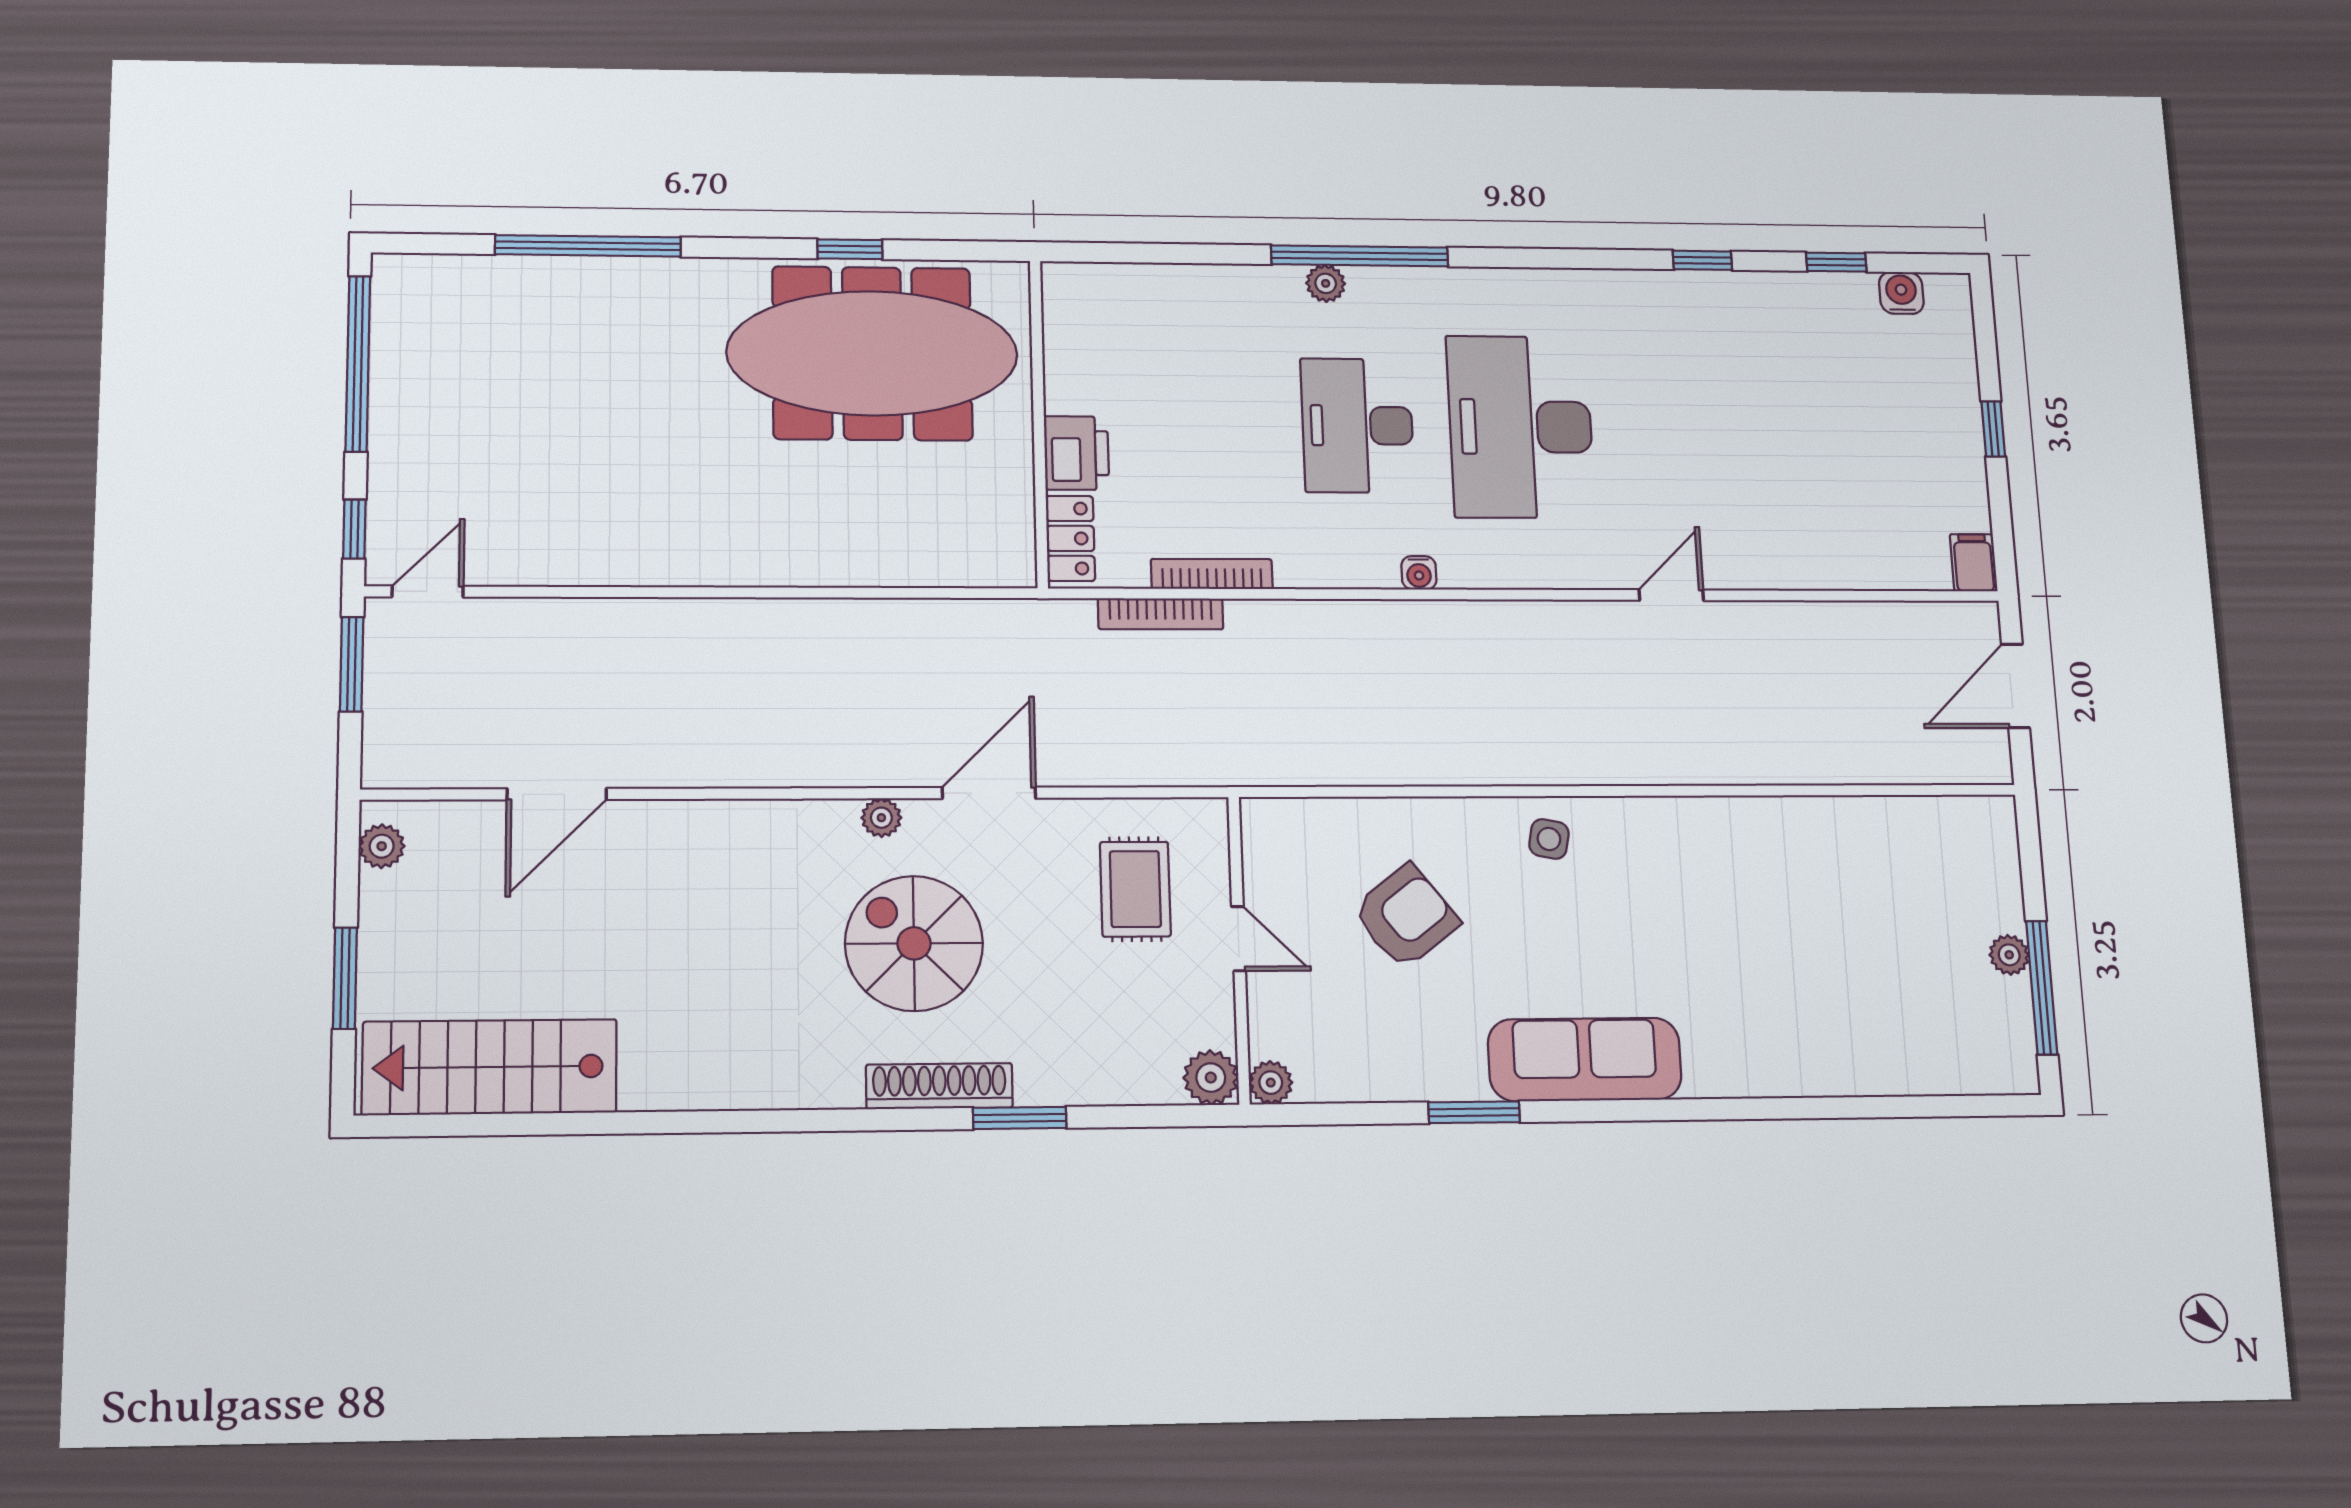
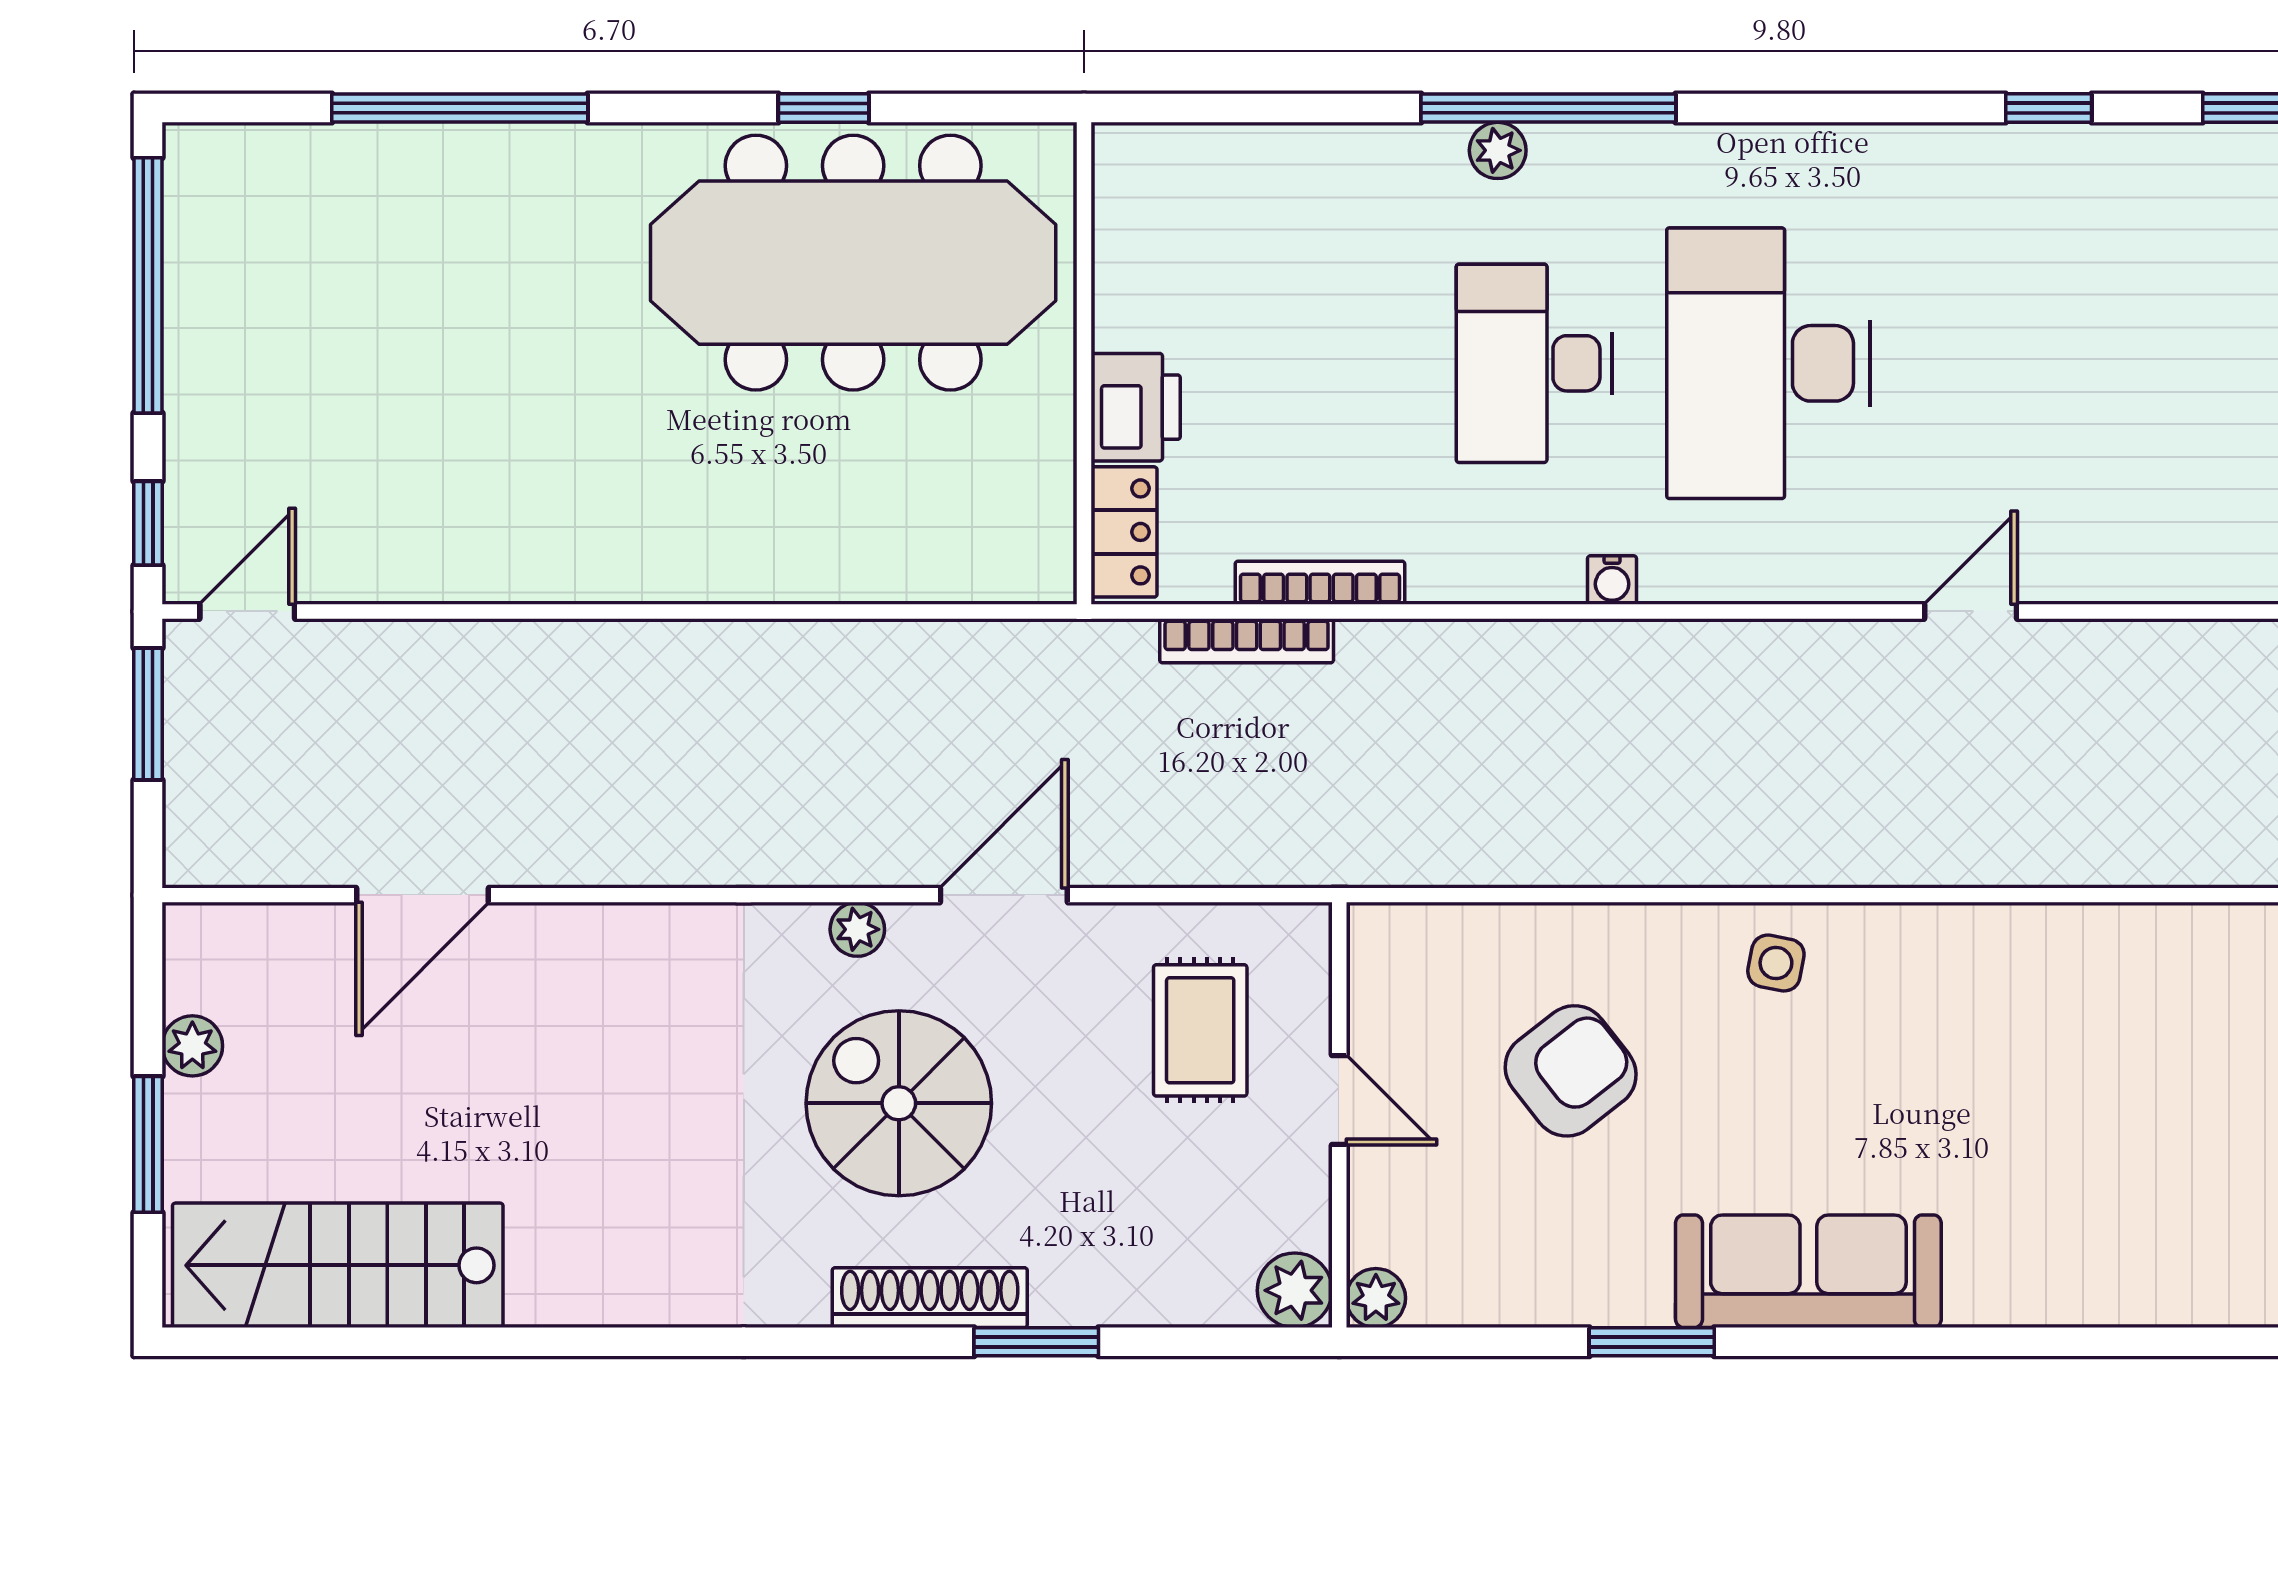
plant: (382, 846) -> (192, 1046), moved

